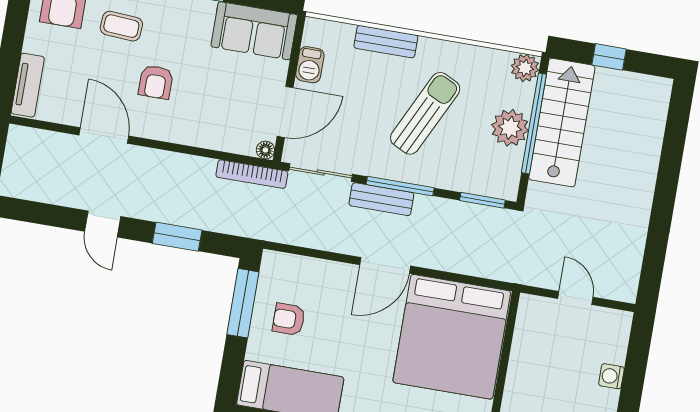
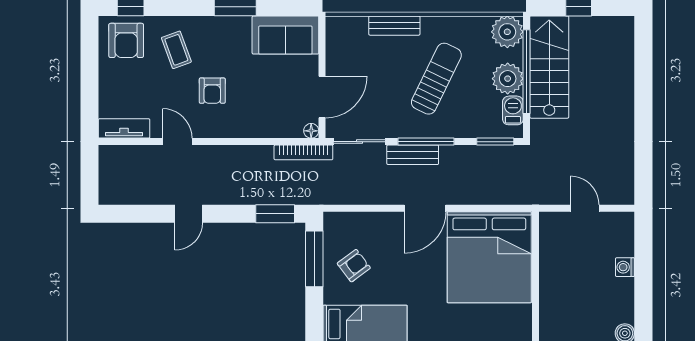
coffee table: (121, 26) -> (176, 50), turned 66
barbecue: (310, 65) -> (513, 110), moved, turned 180
plant: (525, 68) -> (507, 32), width x1.36, depth x1.36
tv unit: (28, 85) -> (124, 128), moved, turned -90
door: (104, 136) -> (177, 142), width x0.73
door: (103, 224) -> (189, 214), hinge flipped
window: (177, 237) -> (275, 214), moved
armchair: (289, 319) -> (354, 266), turned 143

